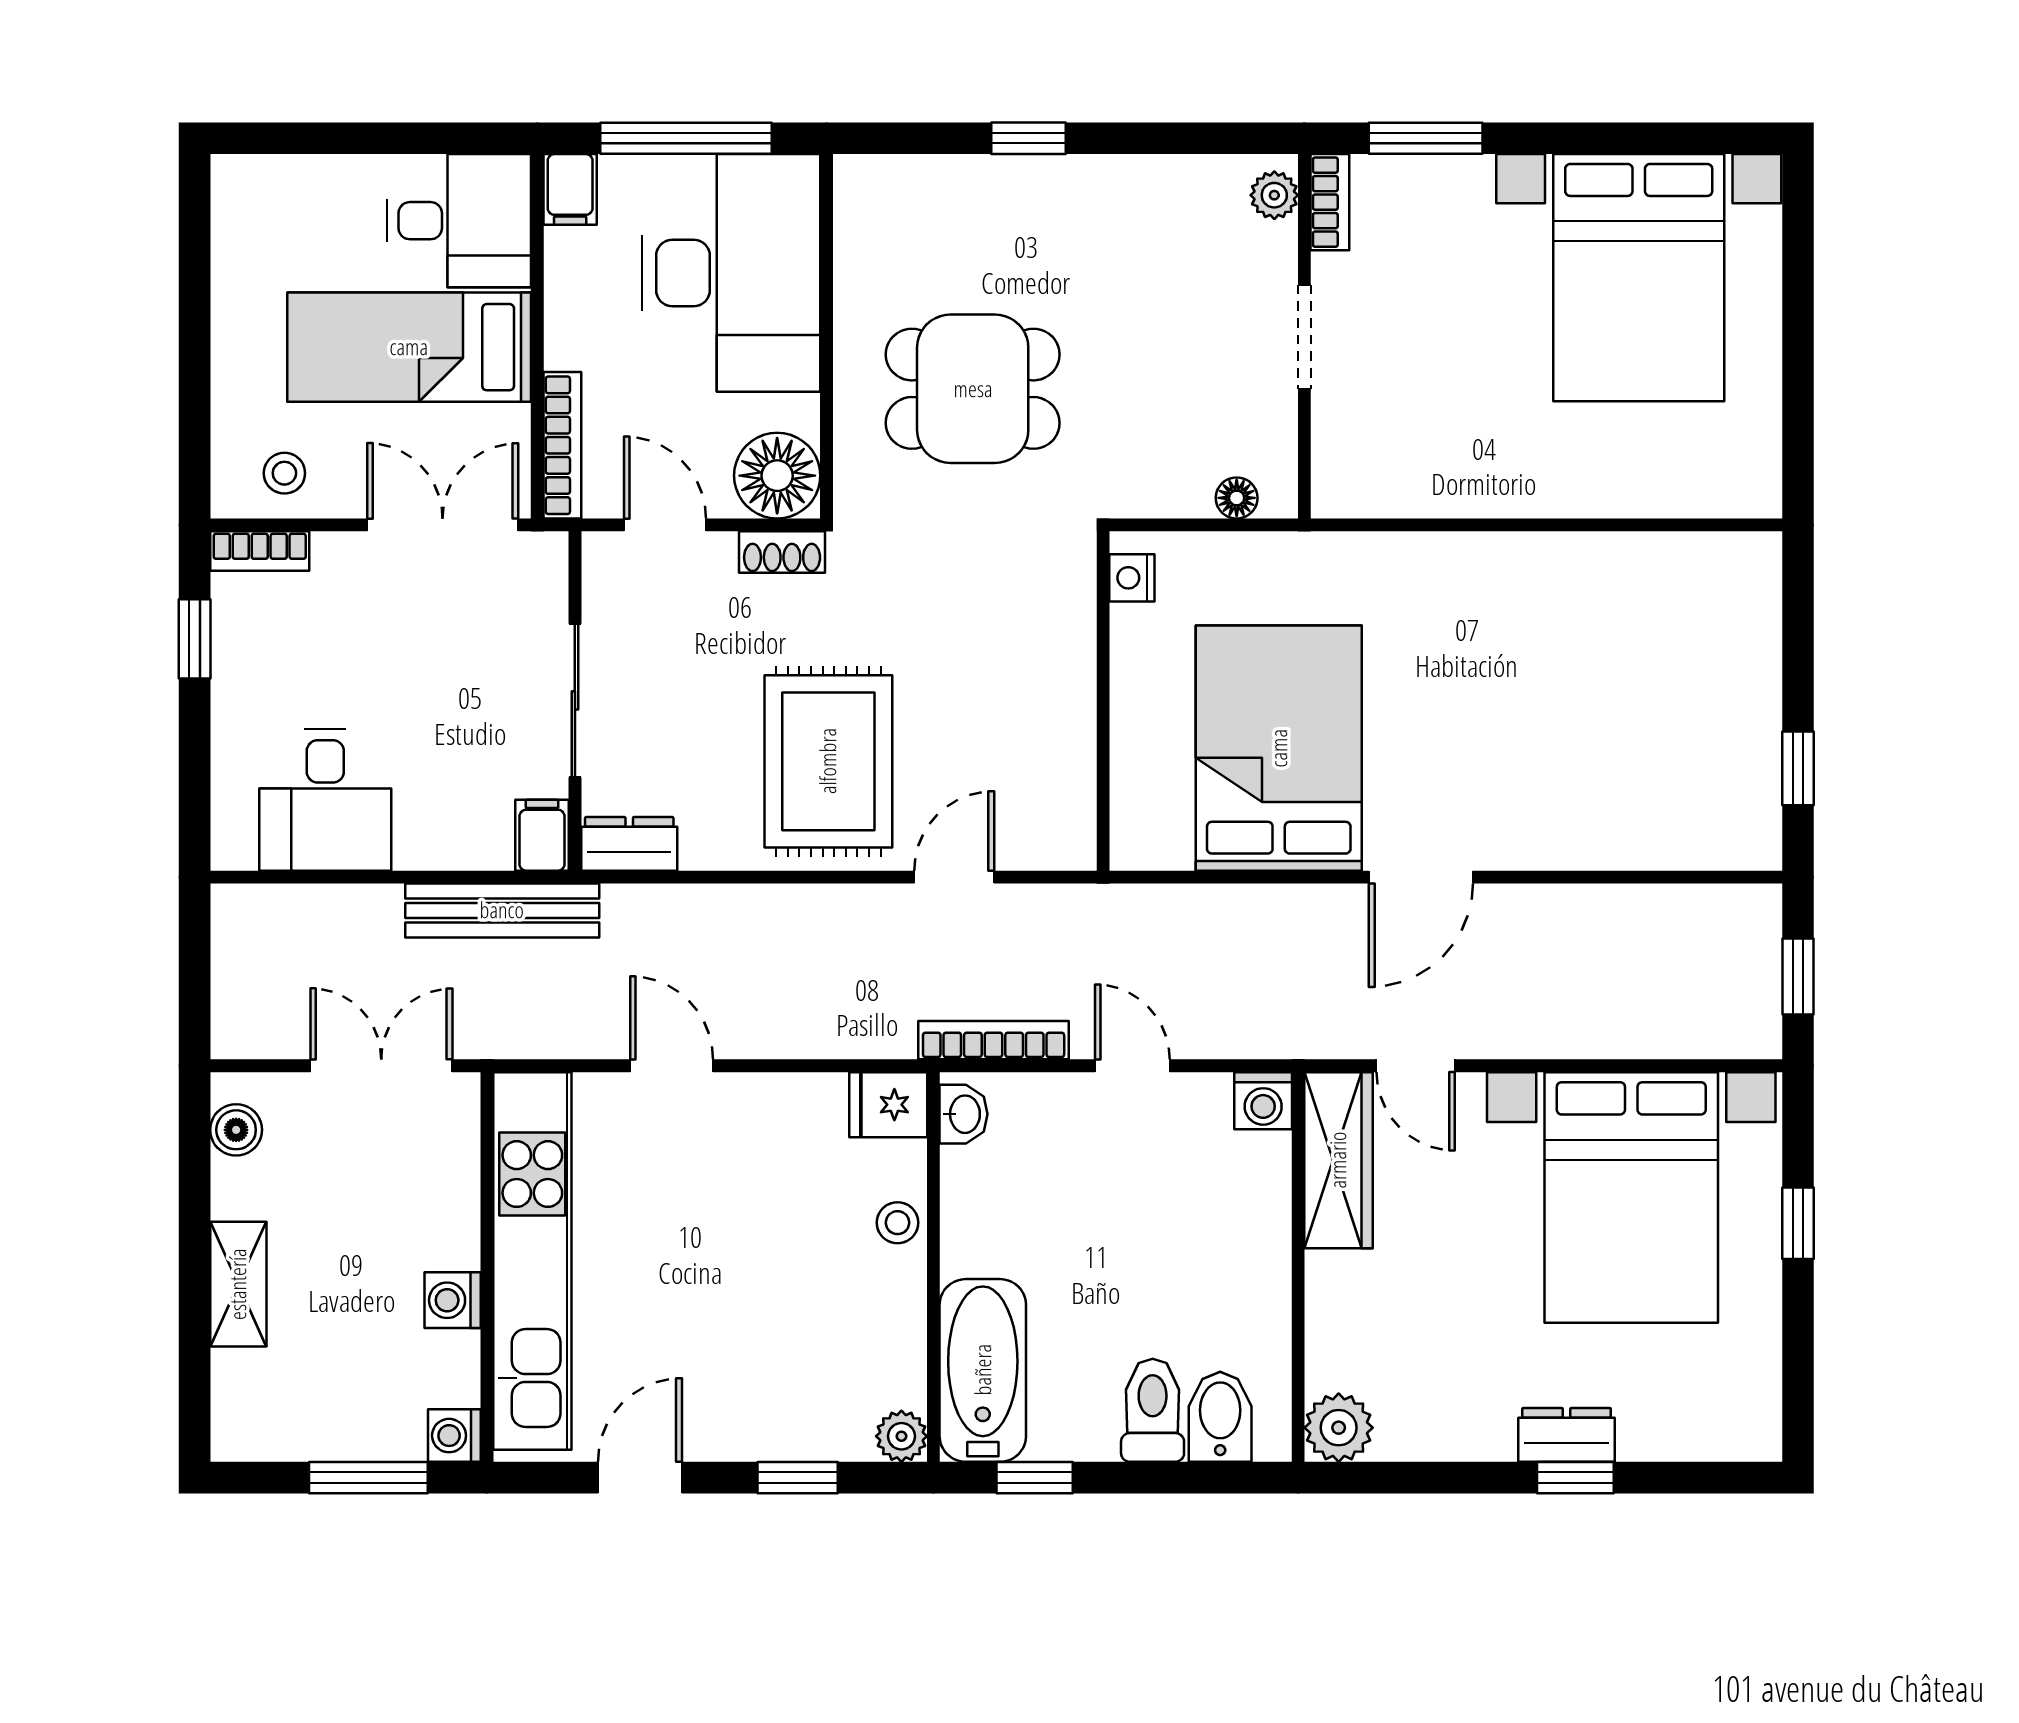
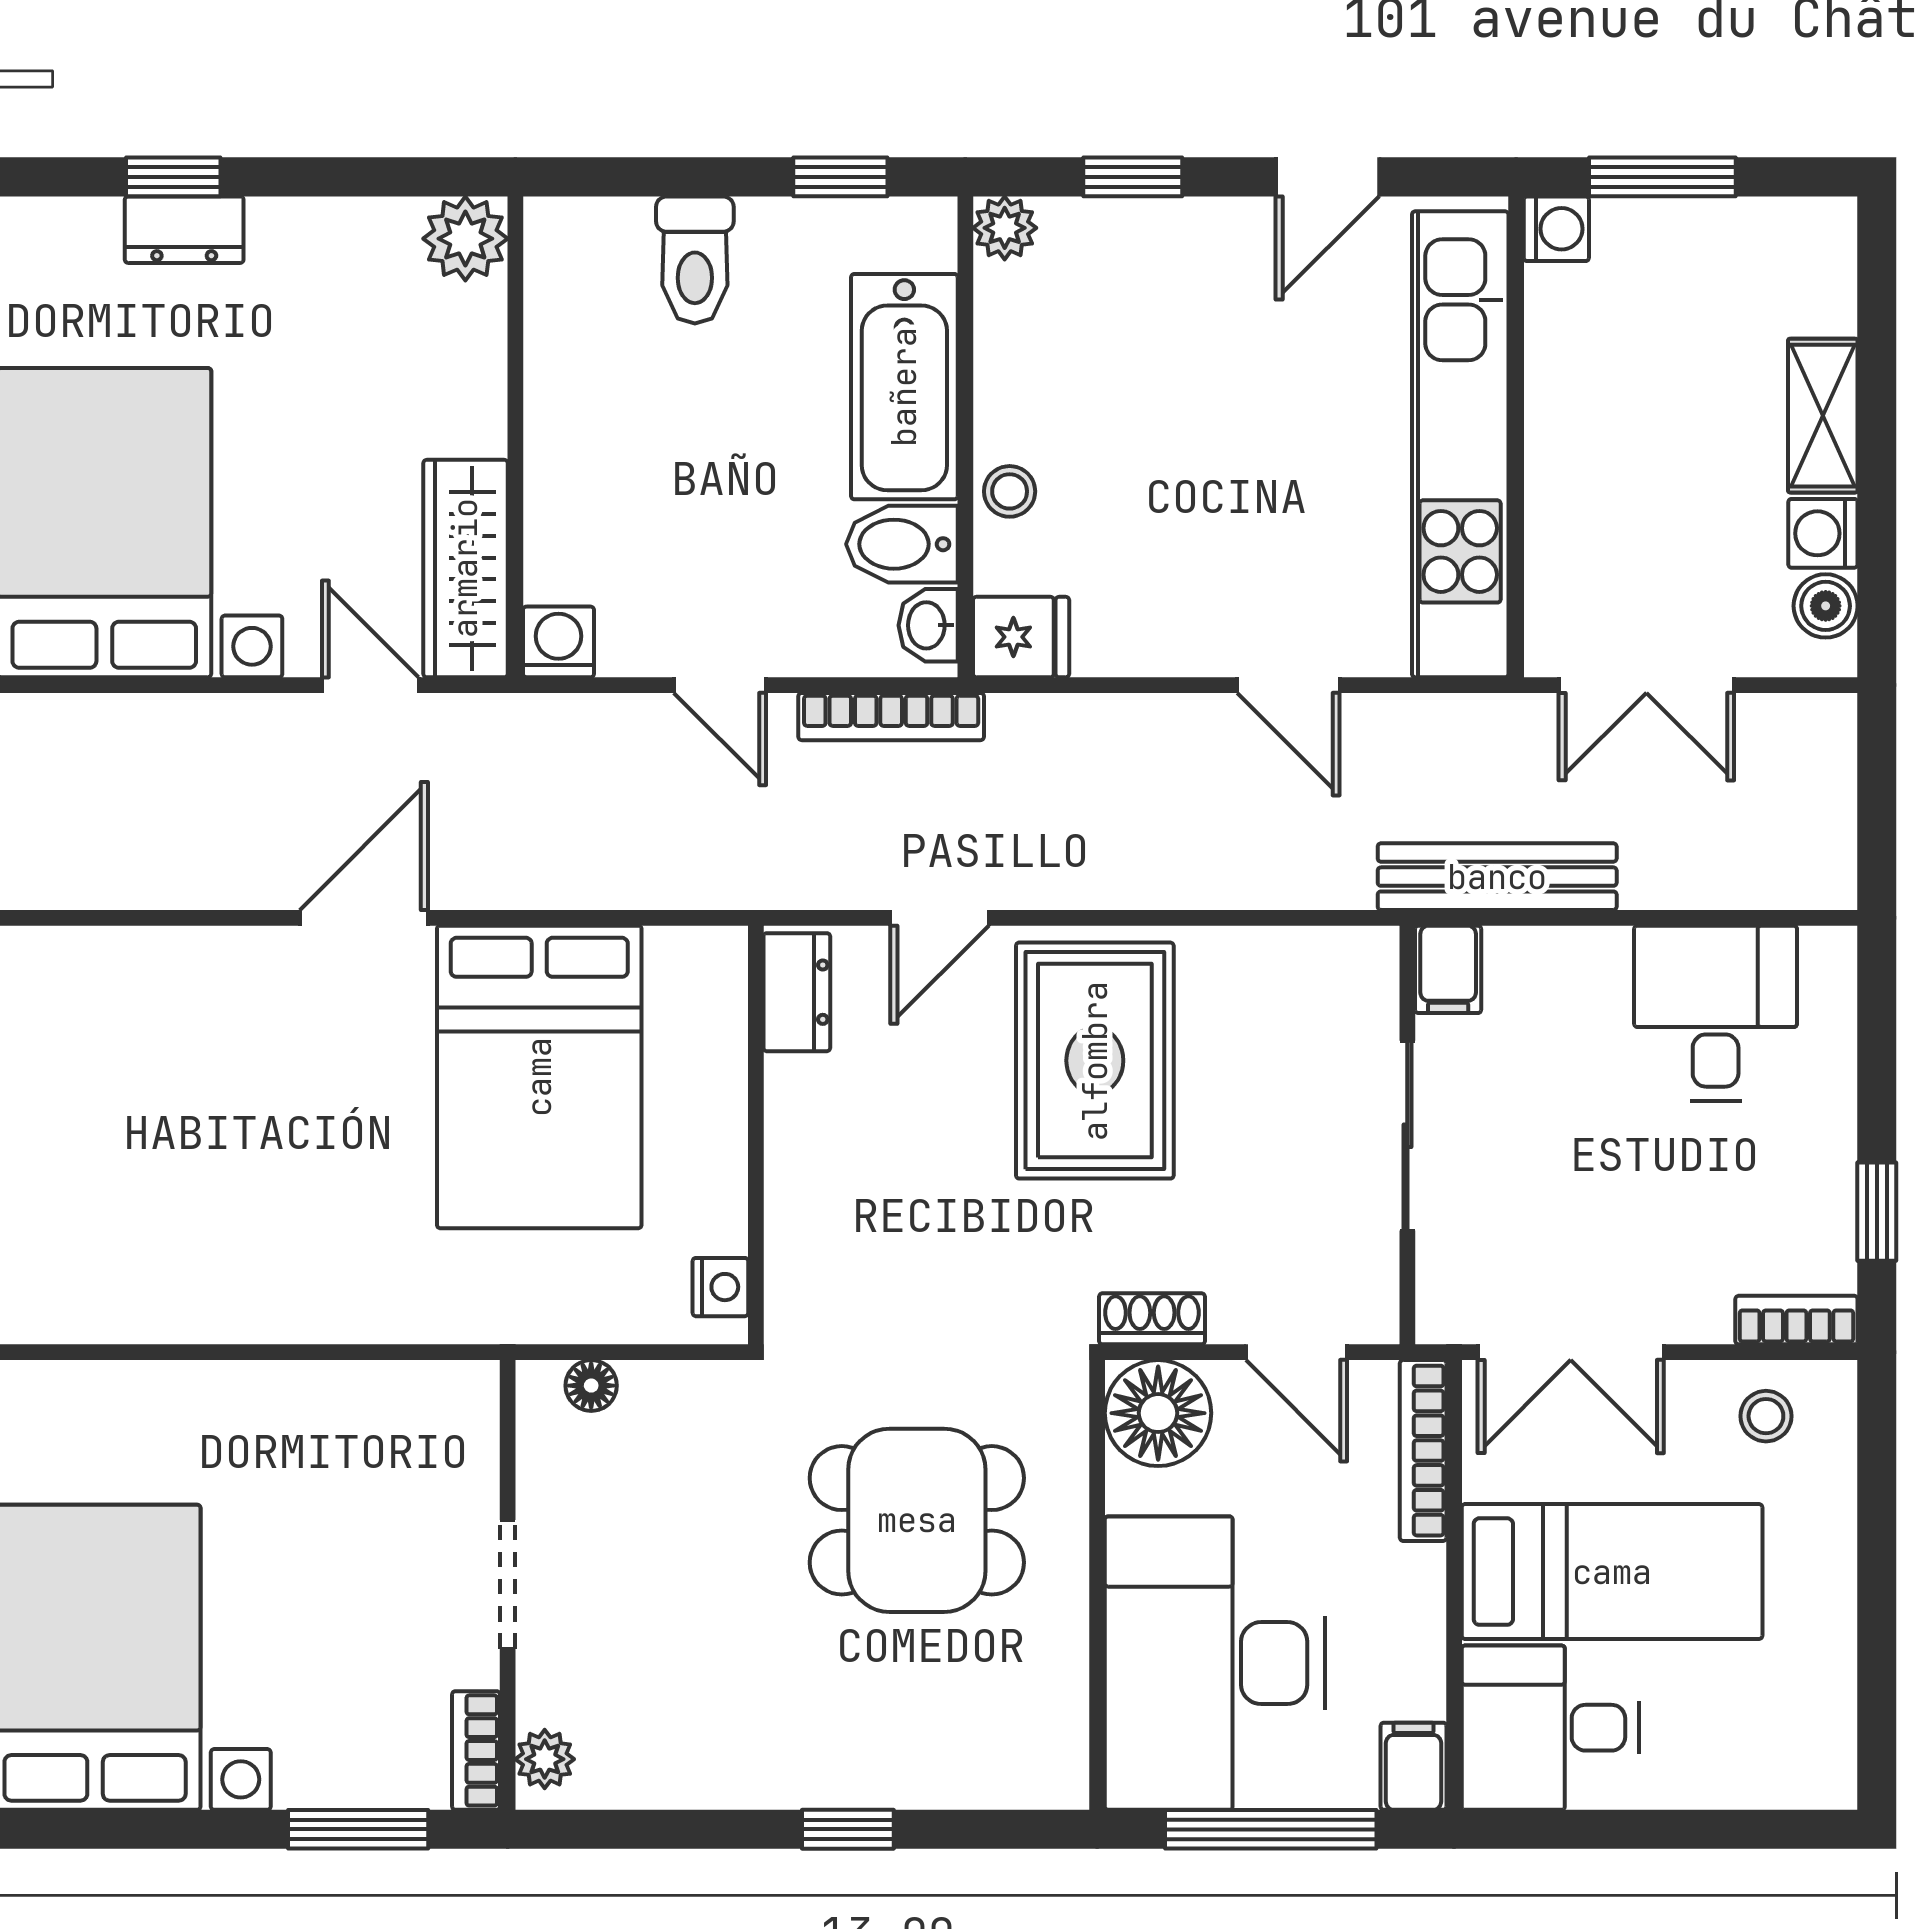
dresser: (629, 844) -> (797, 992), moved, turned -90
washing machine: (453, 1300) -> (1823, 533), moved, turned 180
bathtub: (983, 1370) -> (904, 387), moved
bidet: (1220, 1417) -> (902, 544), moved, turned 90

